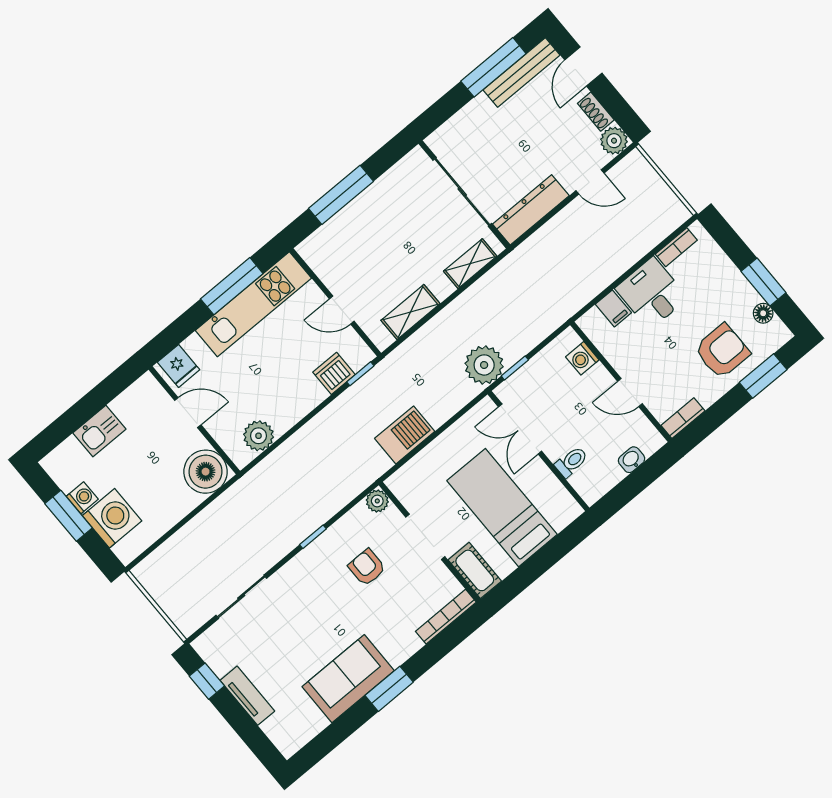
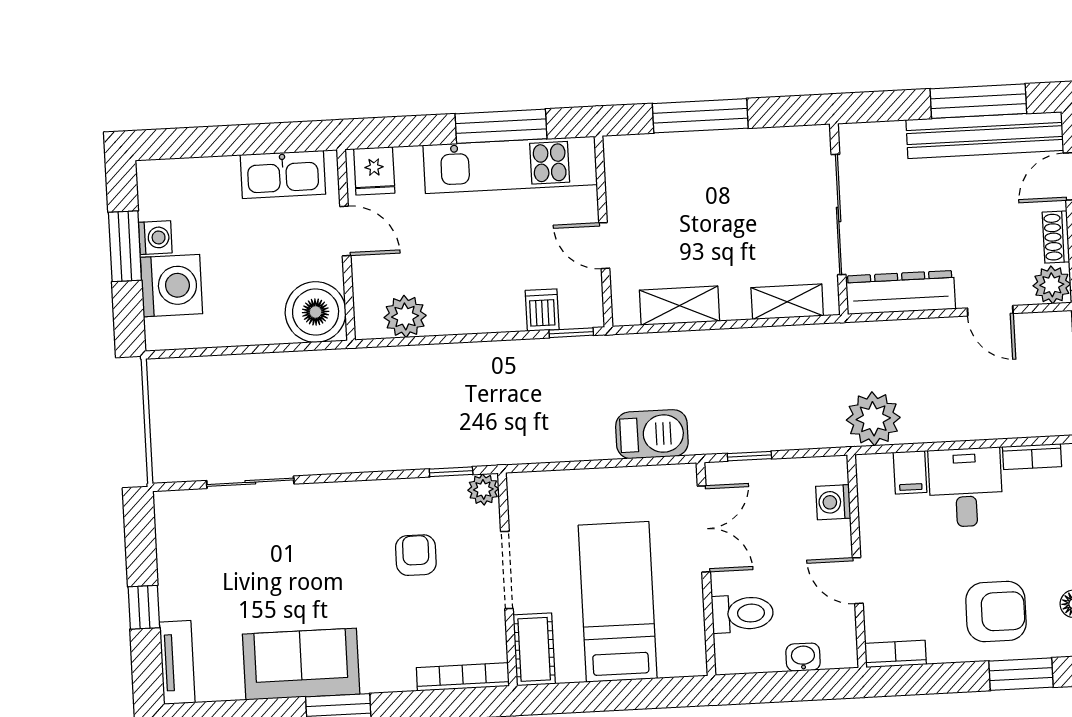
bench: (522, 72) -> (985, 135), width x1.37, depth x1.21
plant: (484, 365) -> (873, 419), moved
dishwasher: (334, 373) -> (542, 310), width x0.73
double door: (520, 429) -> (704, 529), swing flipped
kitchen sink: (99, 431) -> (283, 174), moved, width x1.38
barbecue: (405, 435) -> (652, 434), moved
toilet: (571, 462) -> (743, 613), width x1.37, depth x1.39
window: (313, 537) -> (451, 472), moved
window: (207, 681) -> (144, 607), moved
tv unit: (247, 696) -> (177, 662), moved

